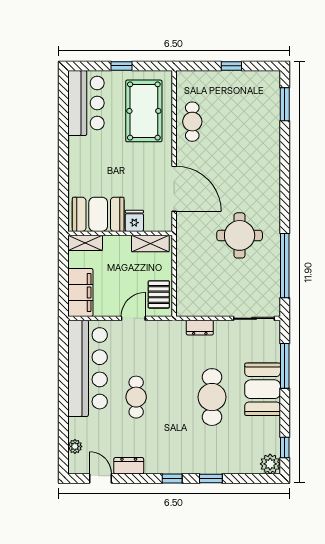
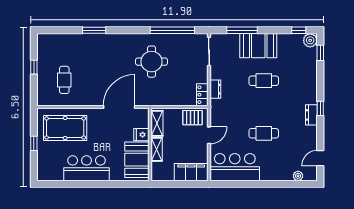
bar counter: (86, 103) -> (87, 168), moved
window: (285, 104) -> (94, 30), moved
cafe table: (192, 122) -> (64, 80), moved, turned 90
shelving: (85, 243) -> (157, 149), moved
locker: (192, 308) -> (202, 95), added
door: (133, 318) -> (209, 135), swing flipped
bar counter: (87, 368) -> (235, 167), width x0.73
cafe table: (212, 397) -> (264, 81), width x0.73, depth x0.74
dresser: (129, 466) -> (311, 115), moved
window: (211, 479) -> (320, 53), moved

